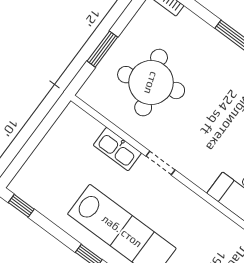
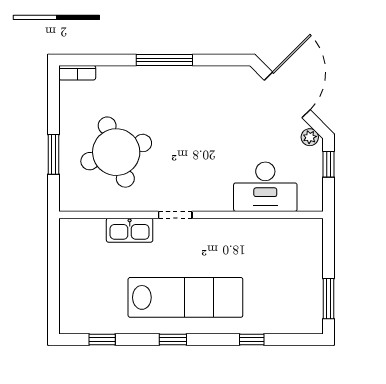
window: (21, 206) -> (102, 339), moved

